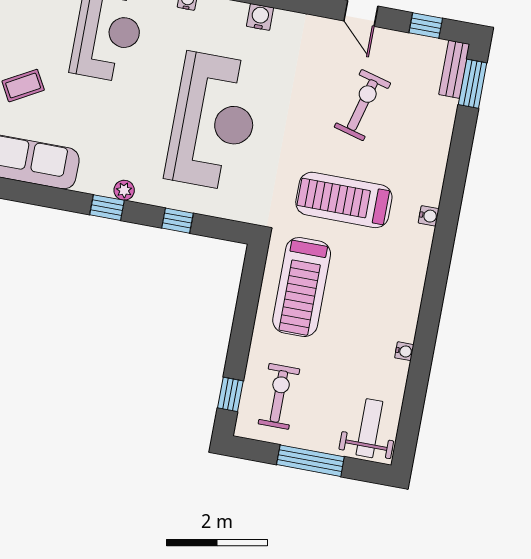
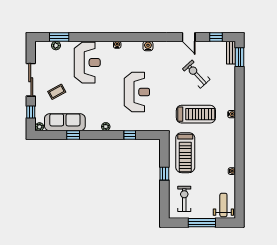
exercise bike: (362, 105) -> (196, 74), turned -58
reception desk: (214, 121) -> (137, 92), width x0.74, depth x0.77
treadmill: (344, 200) -> (196, 114), turned 180
window: (107, 208) -> (73, 135), moved
window: (230, 394) -> (164, 174), moved

